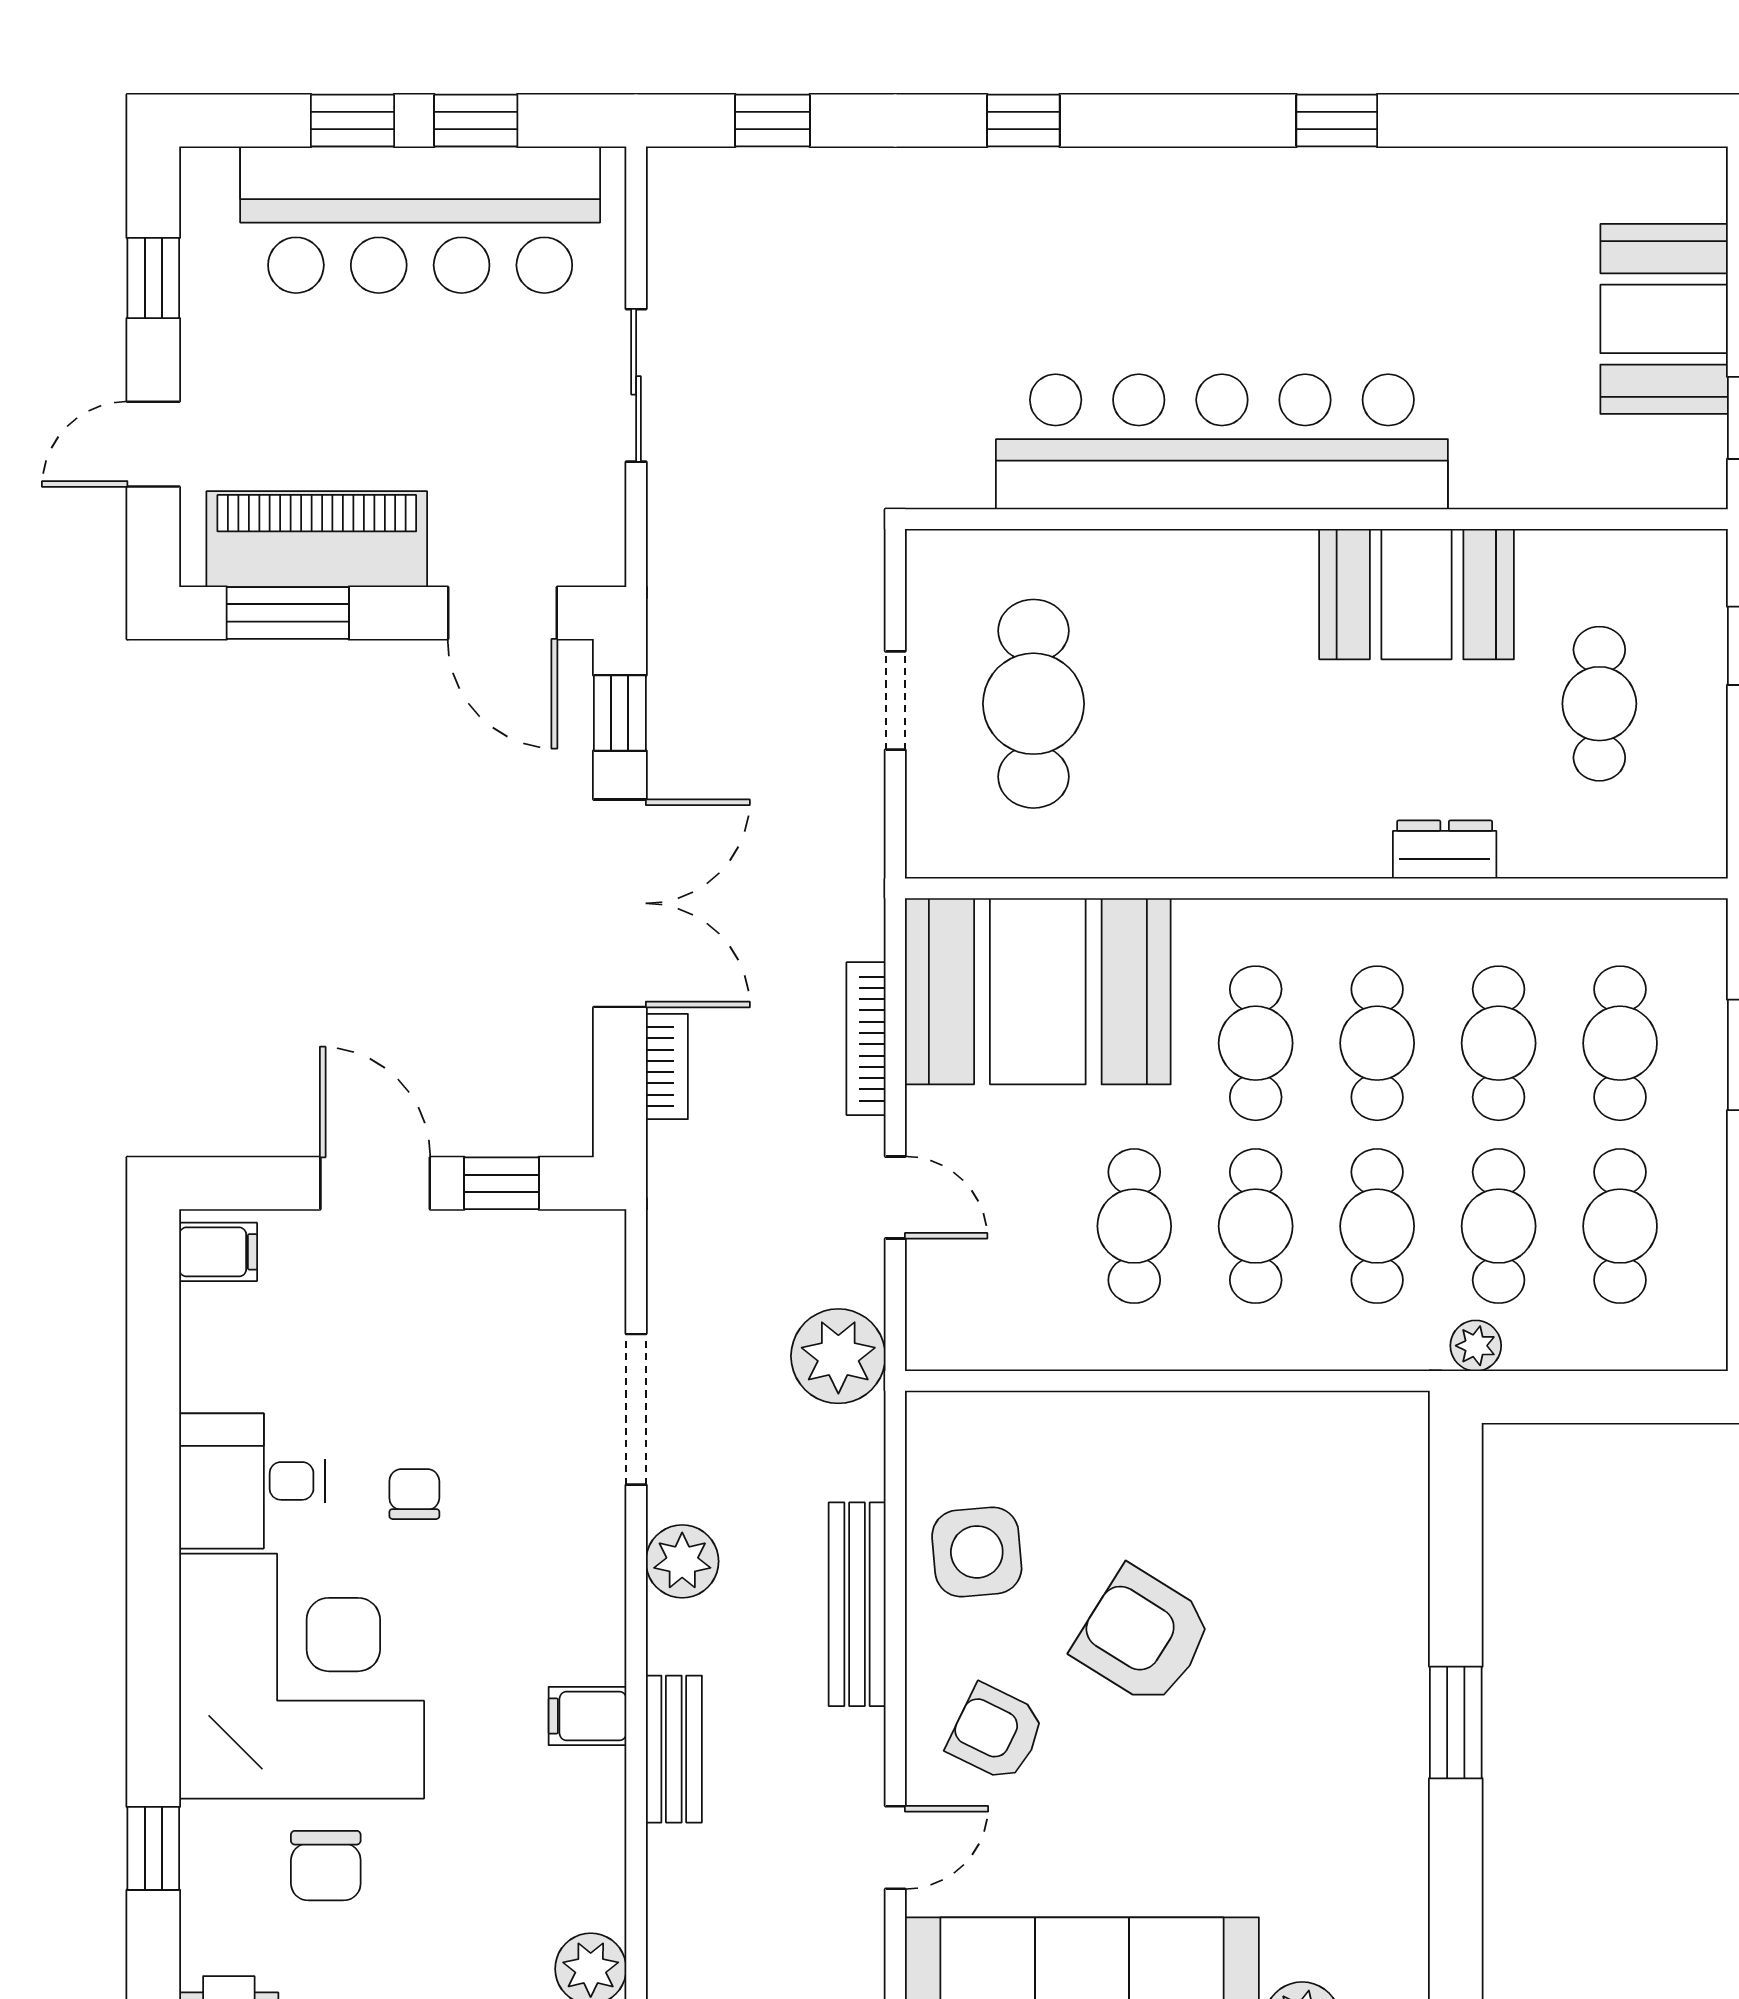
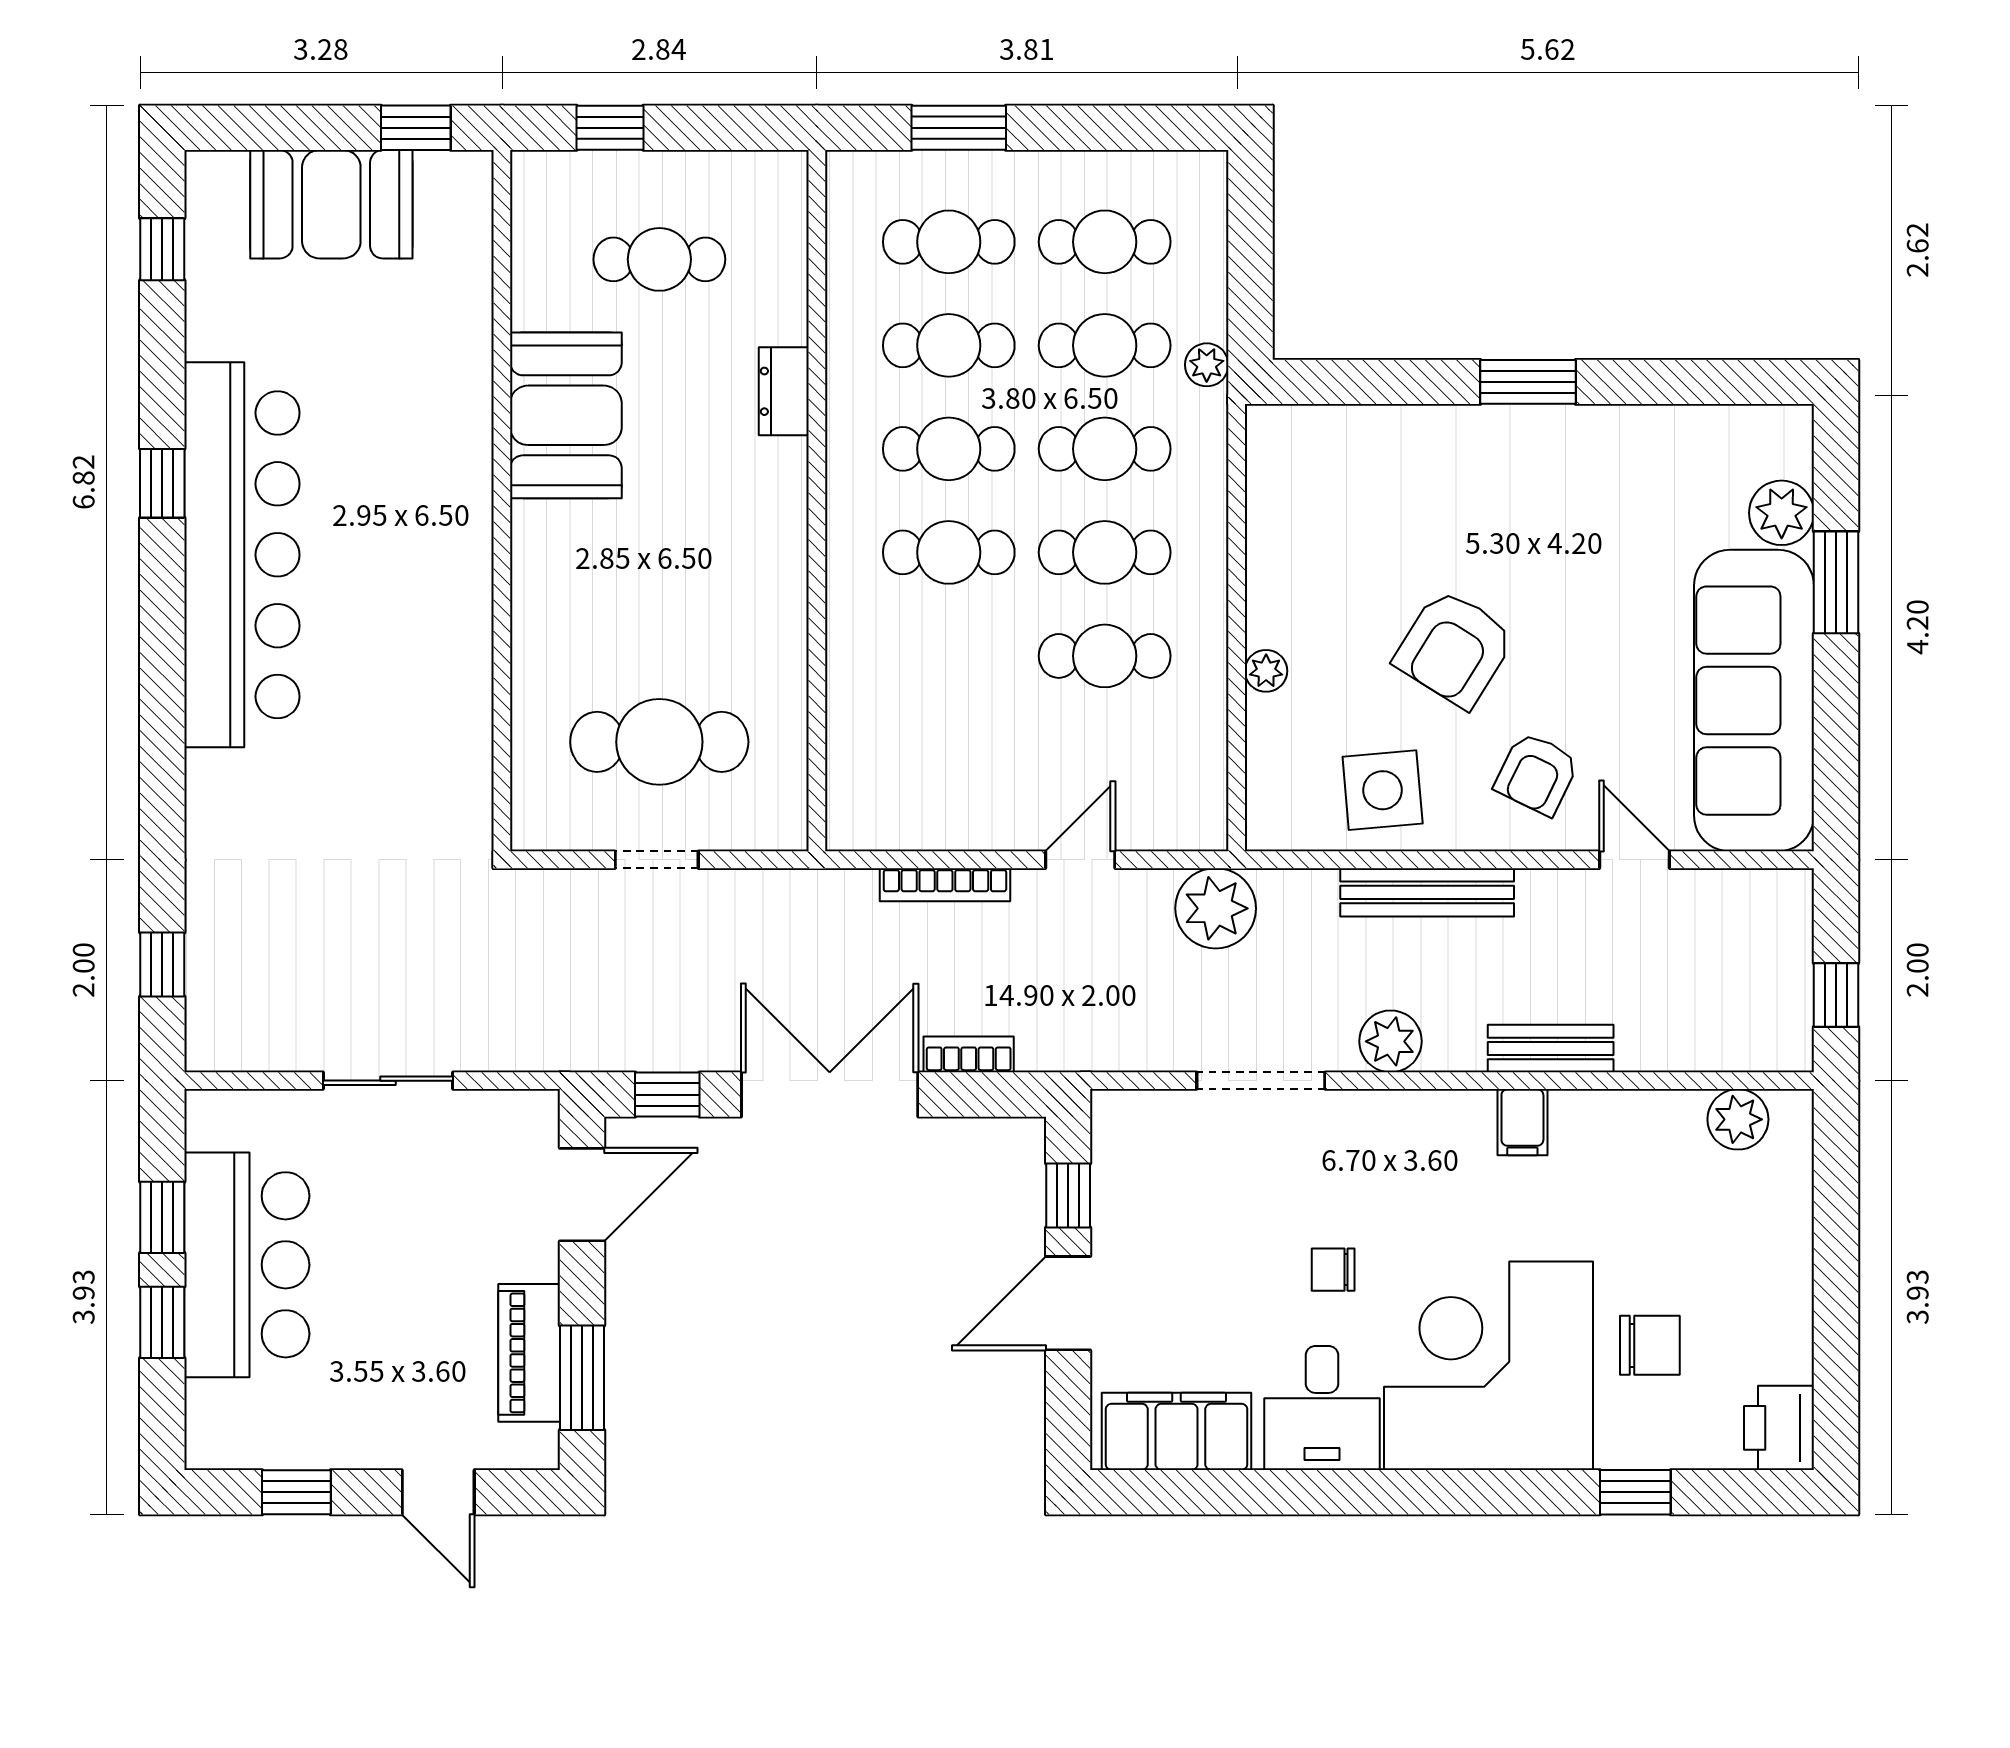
window: (1023, 121) -> (162, 249), moved
bar counter: (420, 220) -> (247, 1265), width x0.73
bar counter: (1222, 442) -> (242, 555), moved, turned 180
piano: (317, 539) -> (529, 1353), width x0.73, depth x0.75
booth: (1038, 991) -> (905, 738), removed
filing cabinet: (218, 1252) -> (1177, 1431), width x3.00, depth x1.17
plant: (1117, 1415) -> (1266, 671), added

